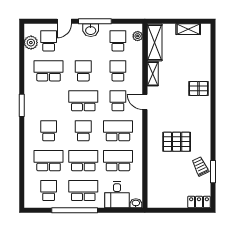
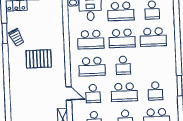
pallet: (198, 88) -> (21, 108), removed
school desk: (49, 131) -> (155, 91), moved

